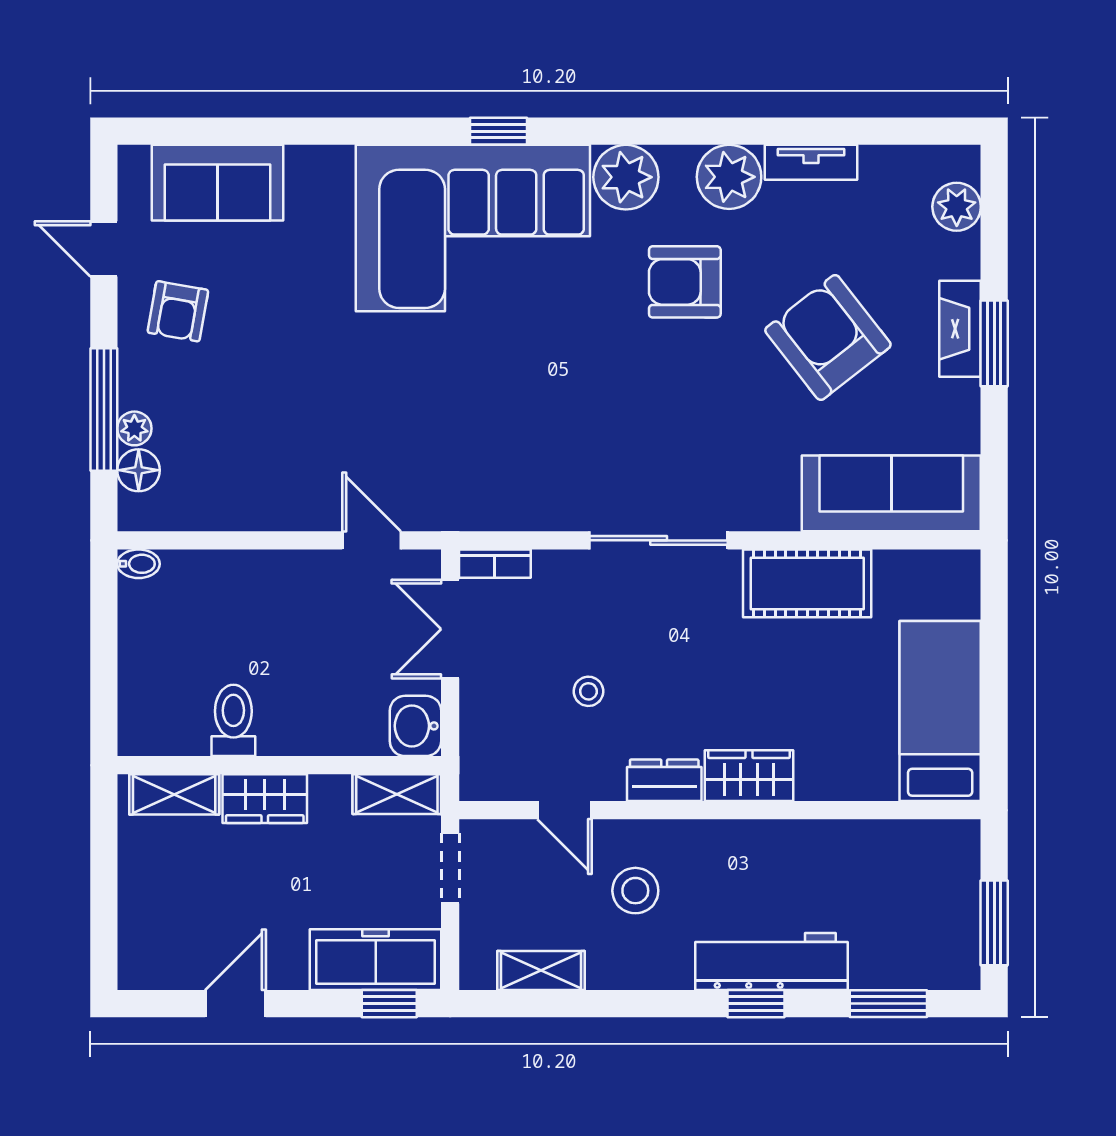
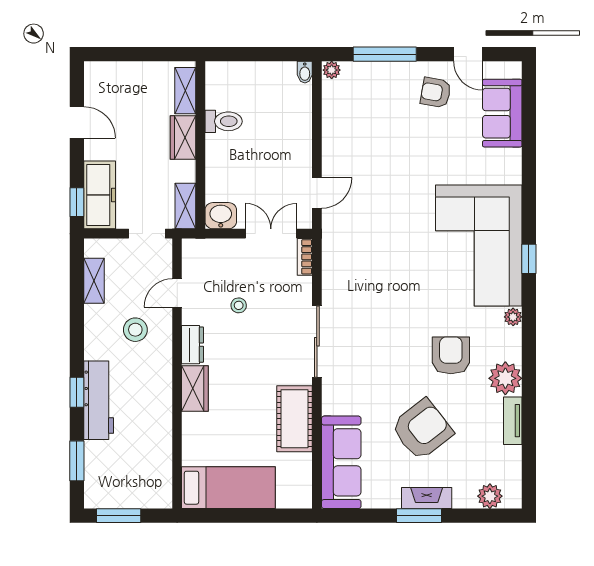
plant: (626, 177) -> (513, 317), width x0.53, depth x0.53
door: (104, 249) -> (468, 54), swing flipped
plant: (134, 428) -> (332, 70), moved
floor lamp: (139, 470) -> (353, 72), removed

